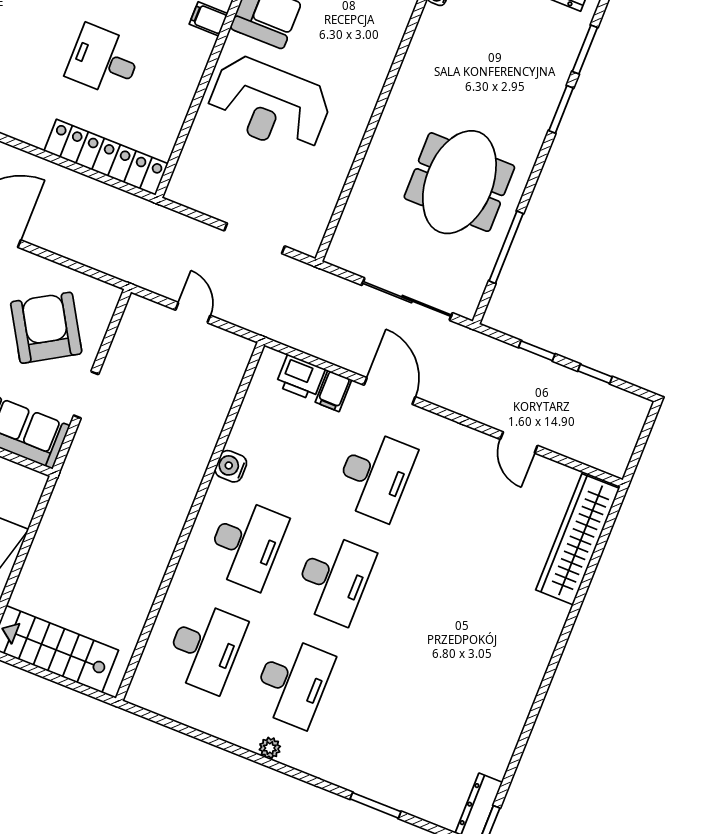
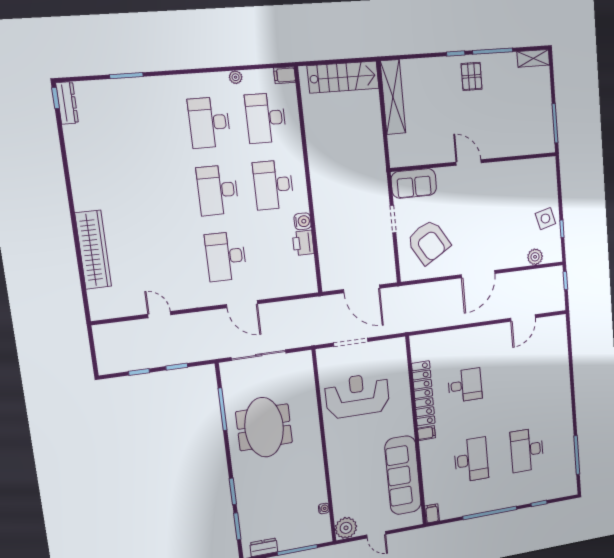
reception desk: (269, 104) -> (357, 395), moved
locker: (106, 157) -> (423, 393), moved, turned -90
door: (193, 313) -> (362, 289), width x1.87
printer: (300, 377) -> (303, 243), moved, turned -90
filing cabinet: (333, 391) -> (285, 75), moved, turned -90
wardrobe: (578, 539) -> (93, 250), moved
plant: (270, 748) -> (236, 77), moved

